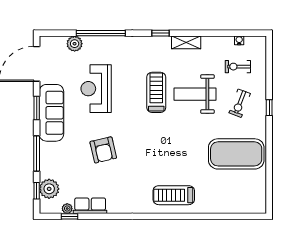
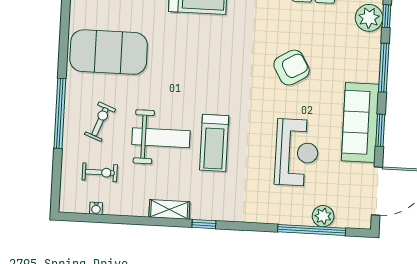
window: (101, 33) -> (312, 230), moved
window: (269, 108) -> (60, 113), width x3.17
armchair: (103, 150) -> (292, 68), turned 73

